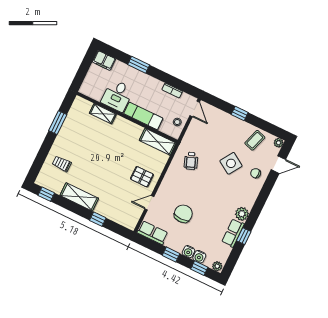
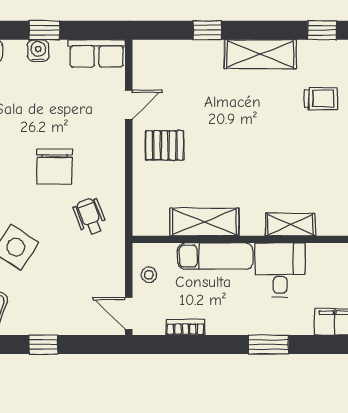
shelving: (158, 142) -> (204, 222), moved
chair: (183, 214) -> (54, 166), moved
water cooler: (188, 252) -> (38, 51), moved

